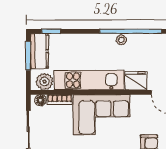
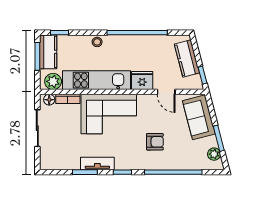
stool: (121, 40) -> (97, 42), moved

